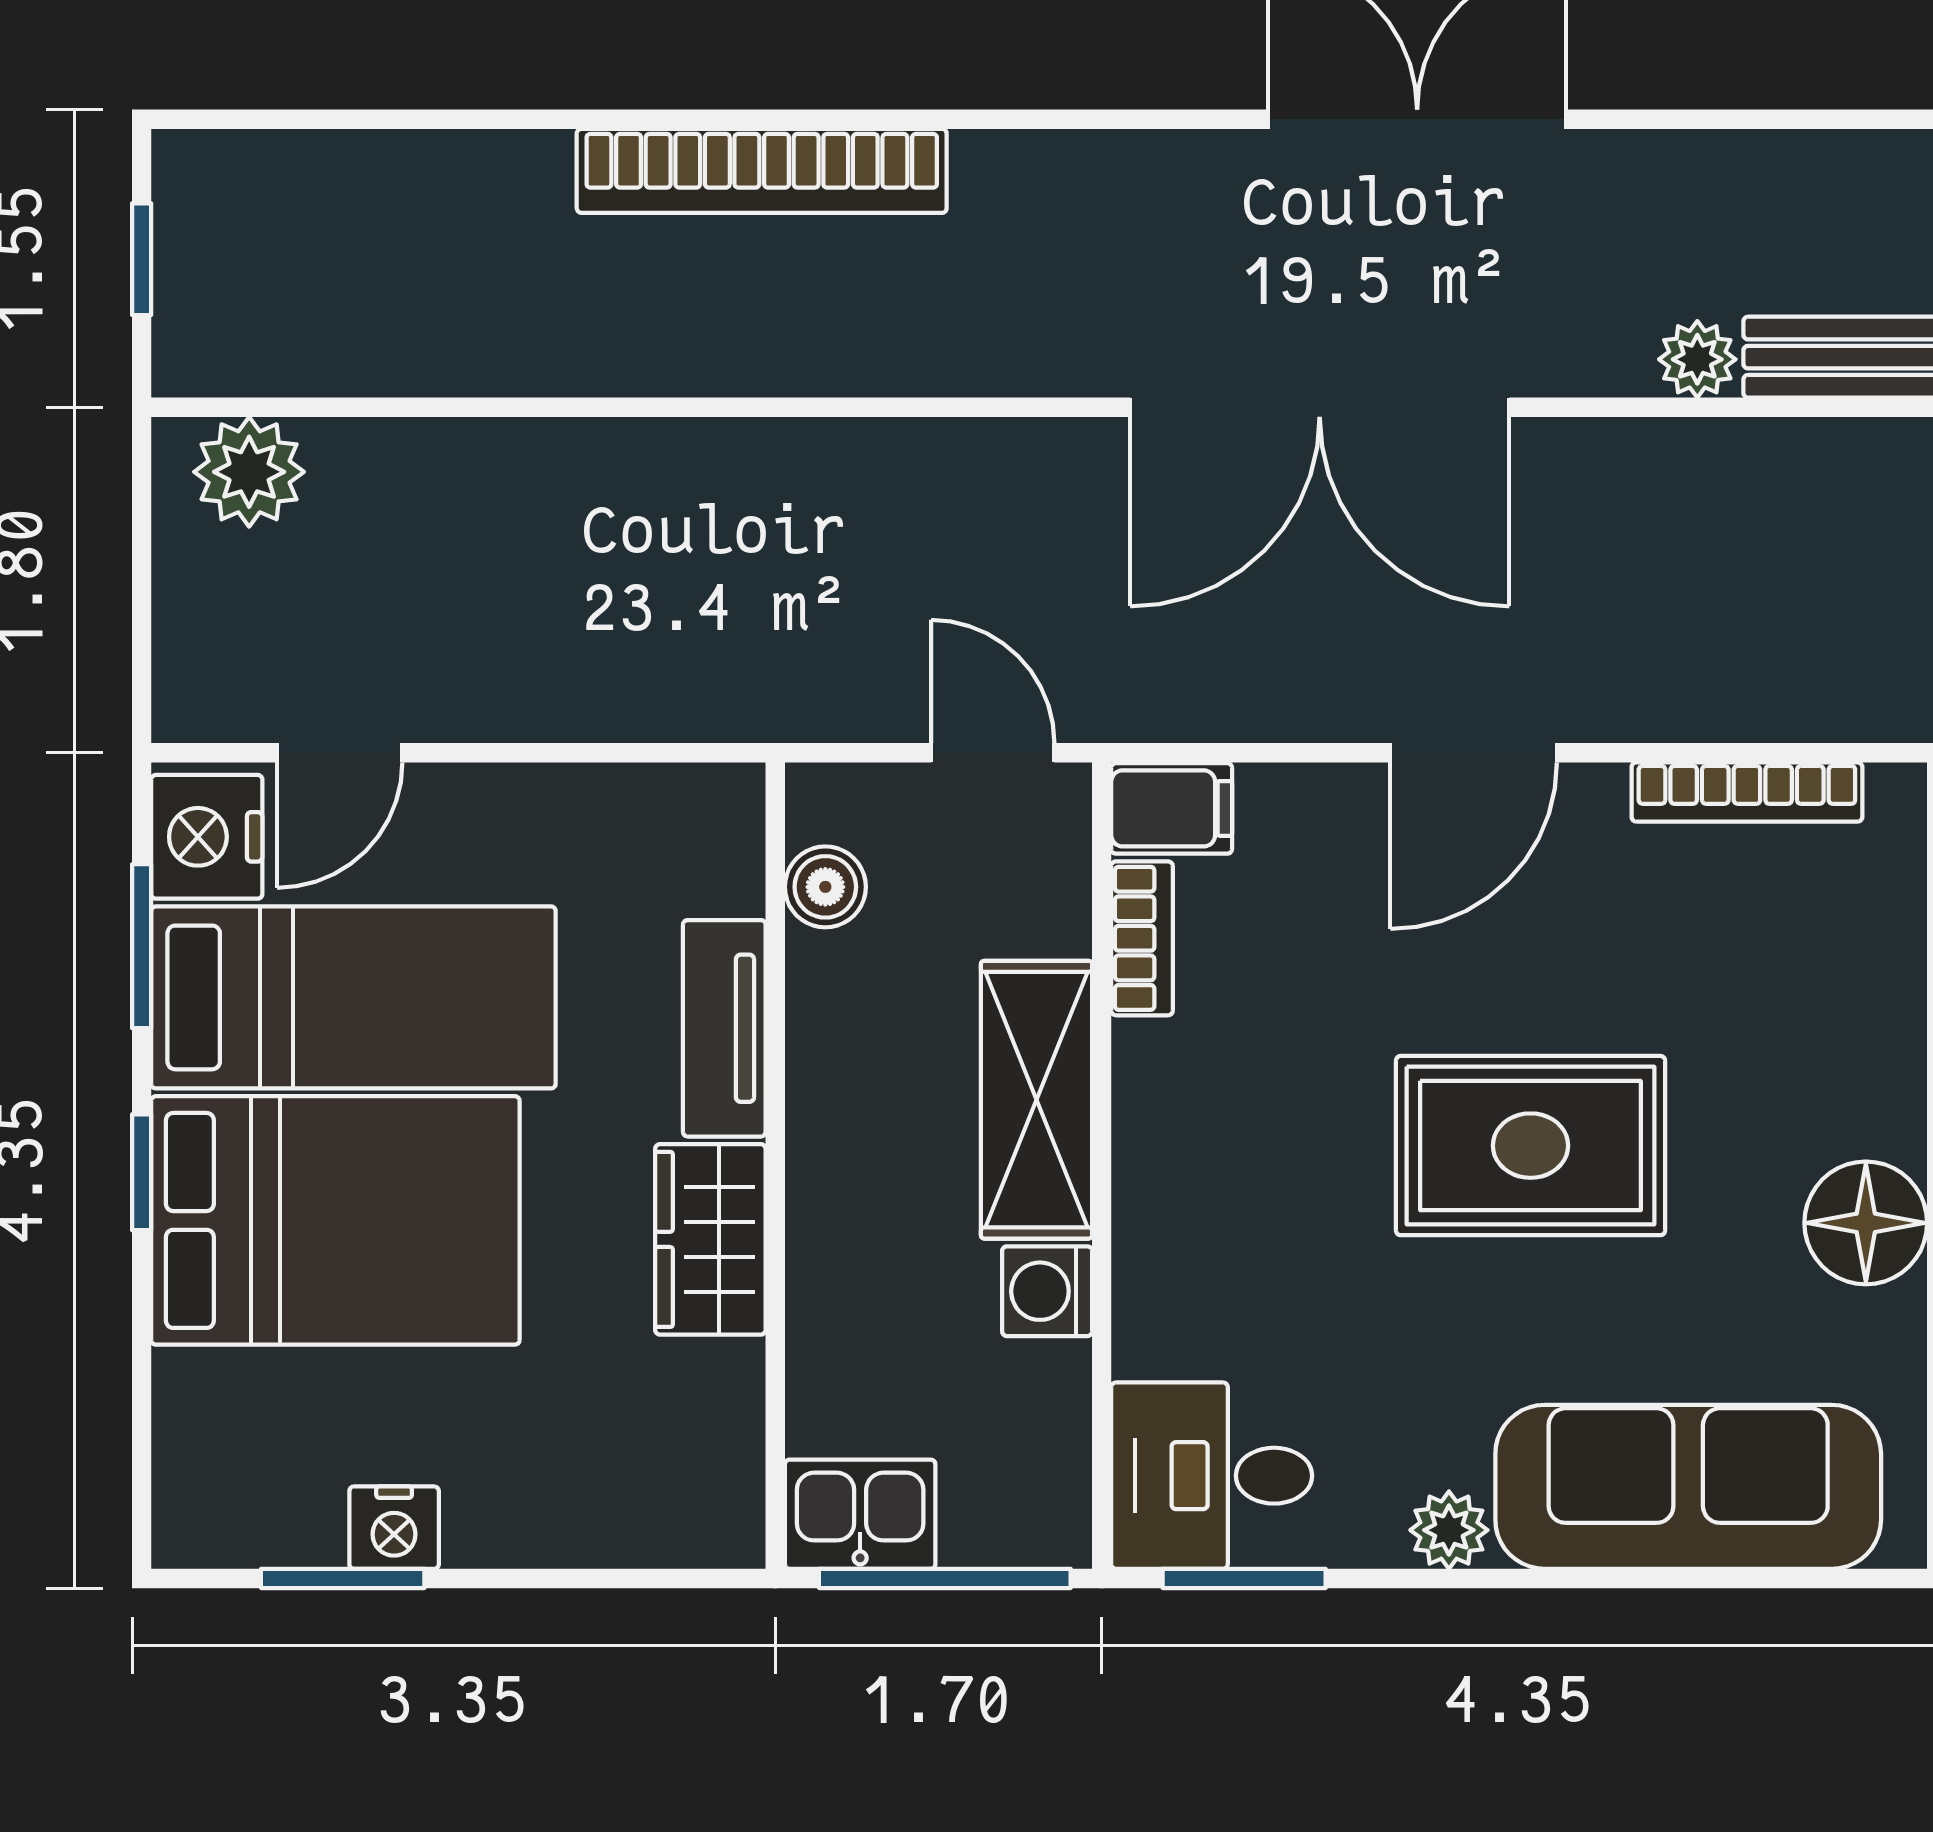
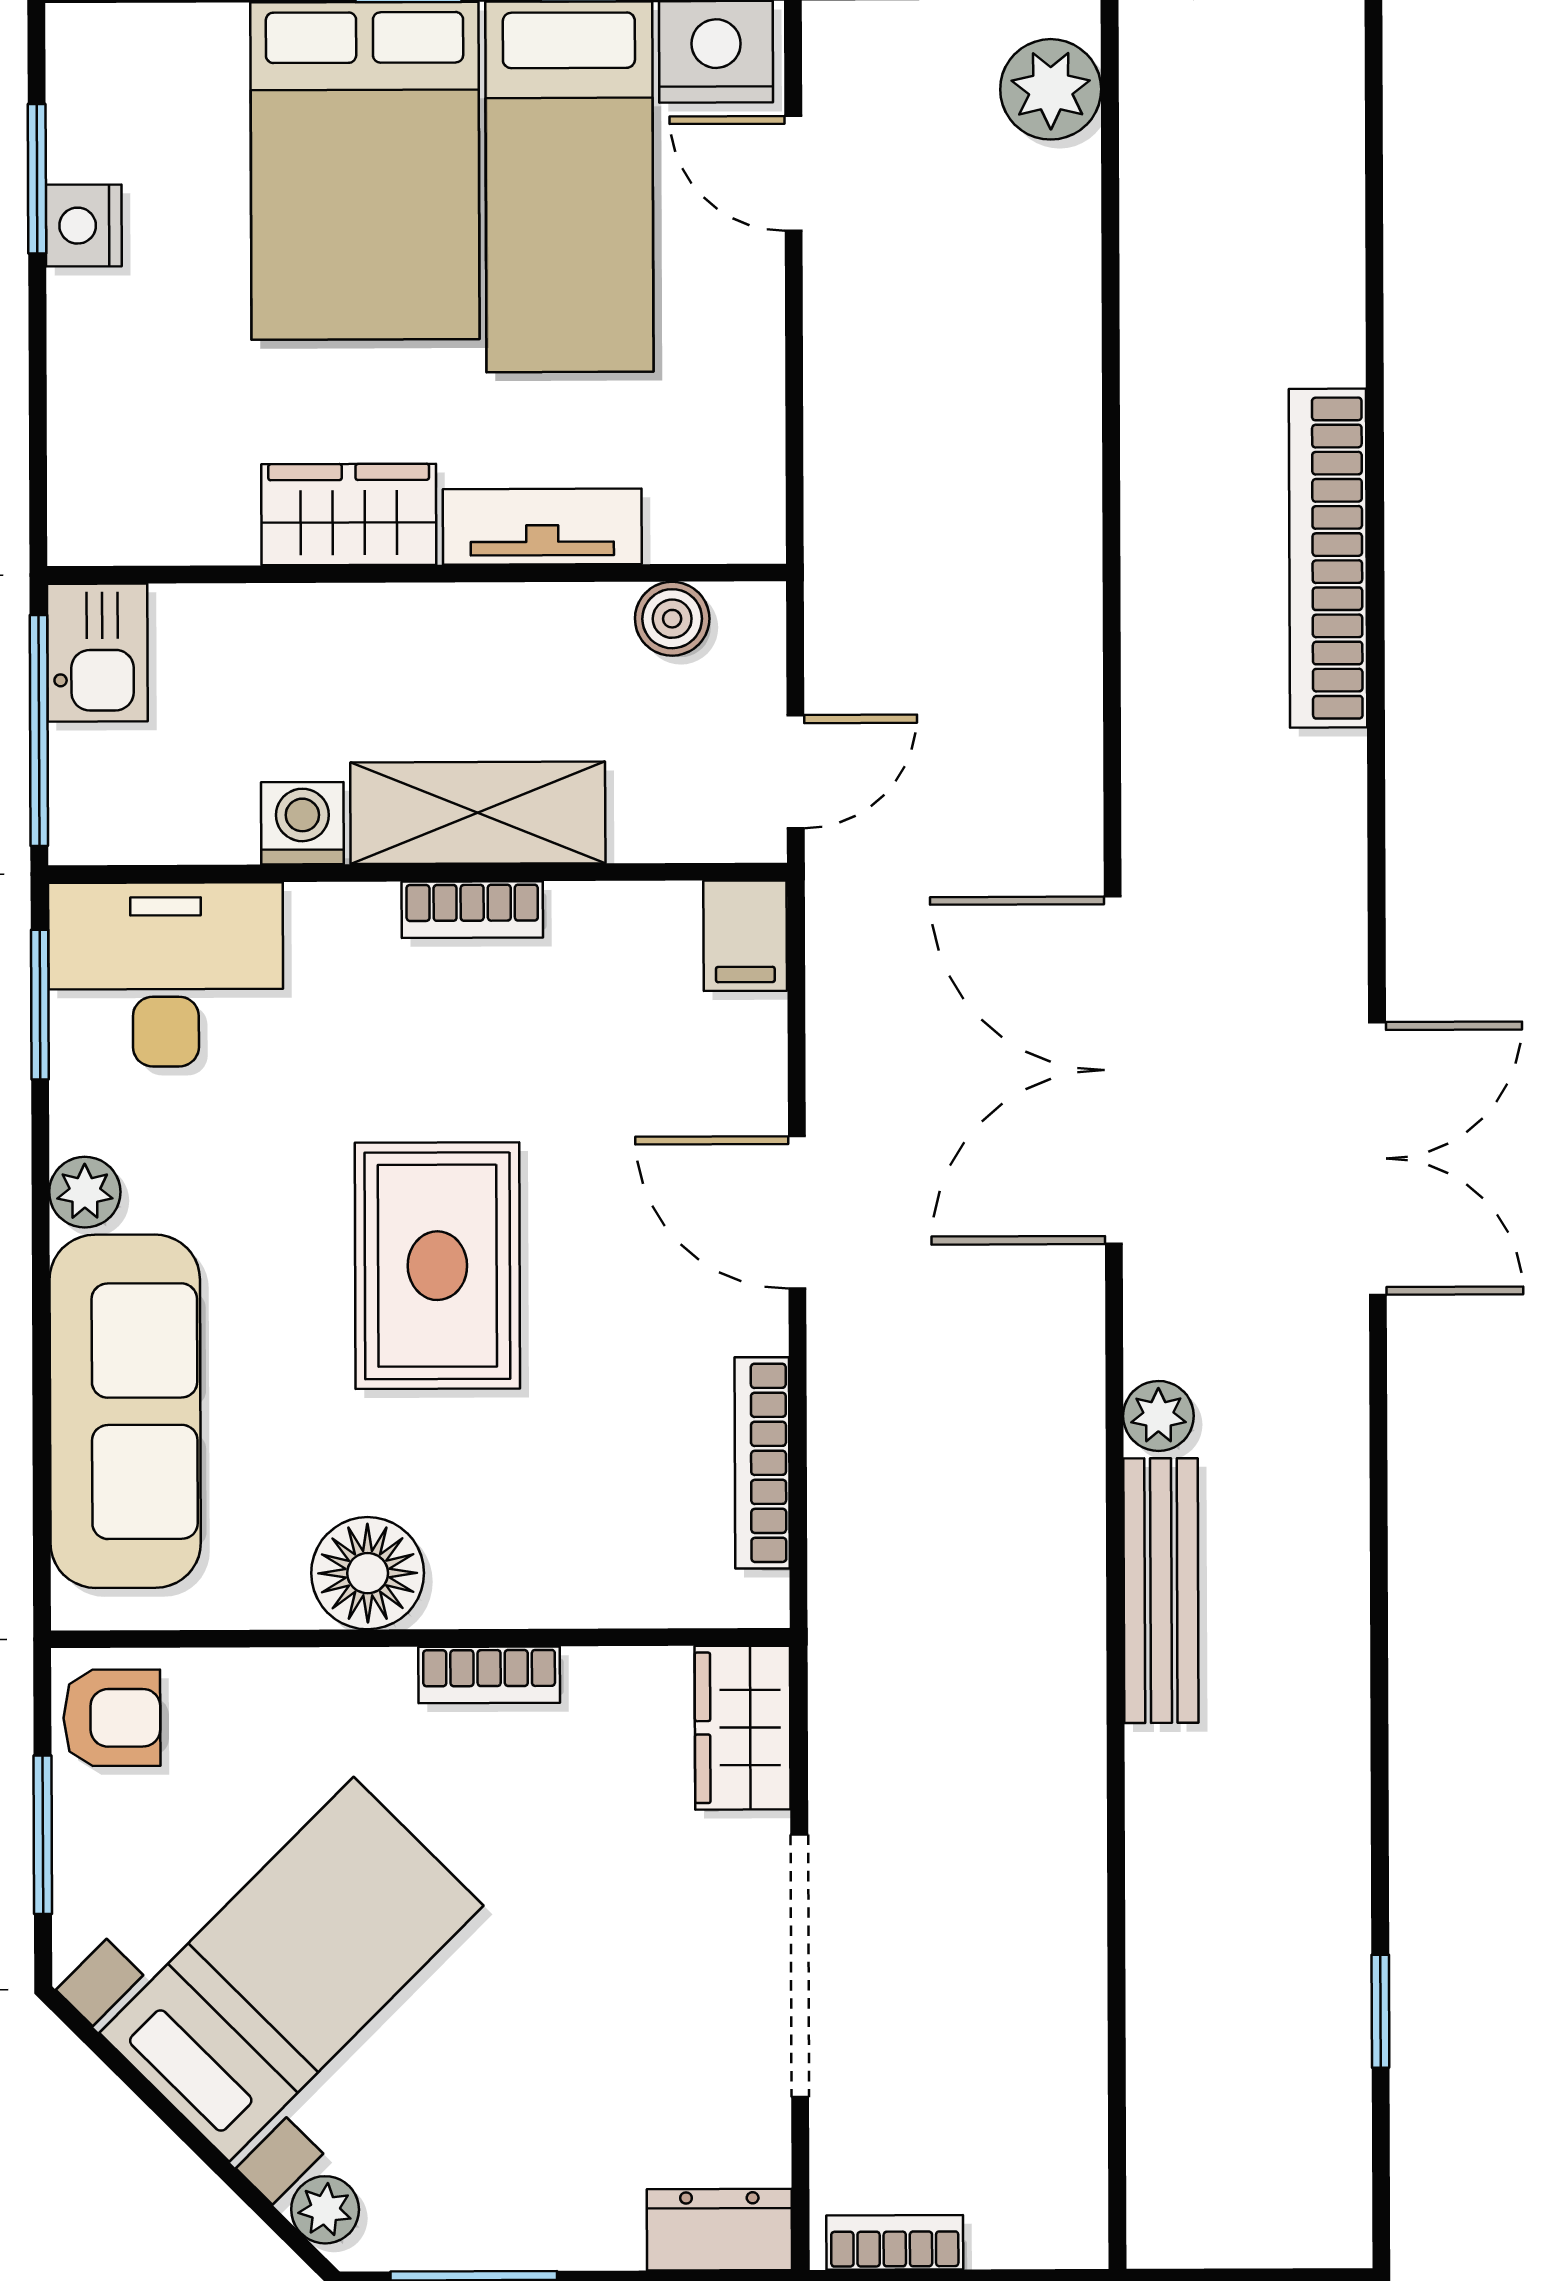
bookcase: (1142, 938) -> (472, 910), moved
desk: (1212, 1476) -> (166, 974), width x1.37

